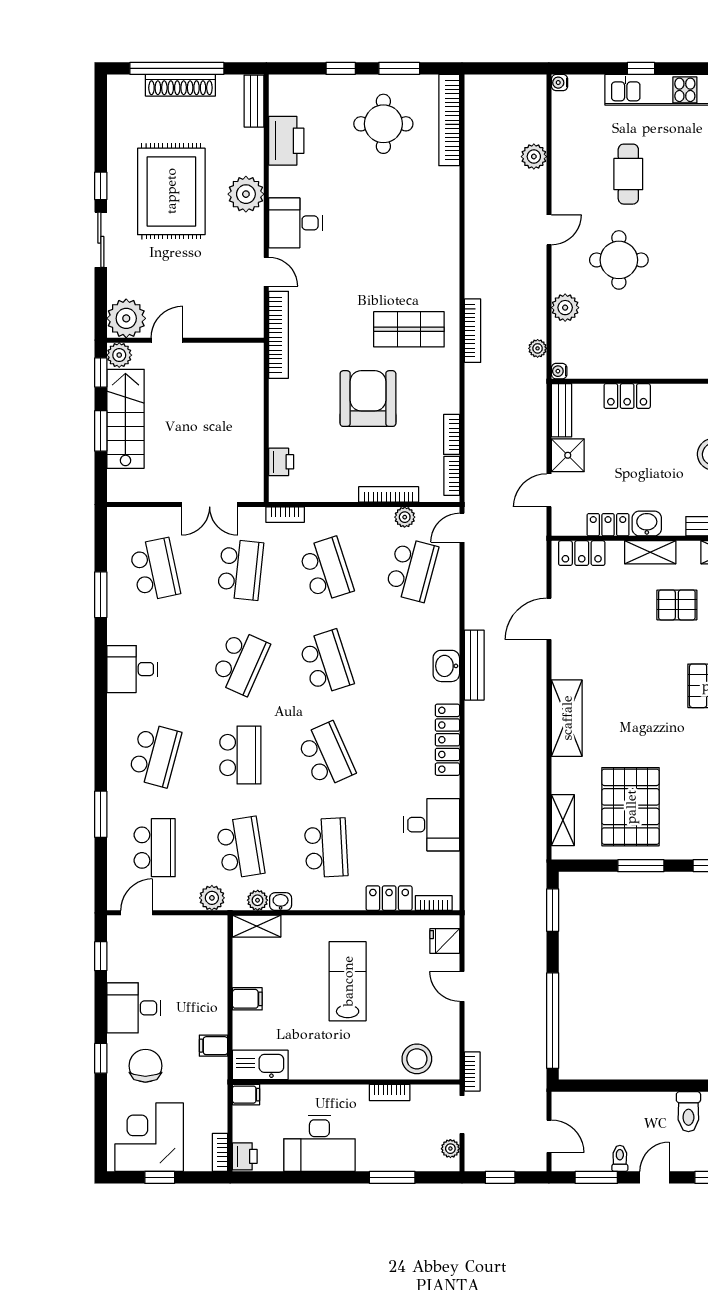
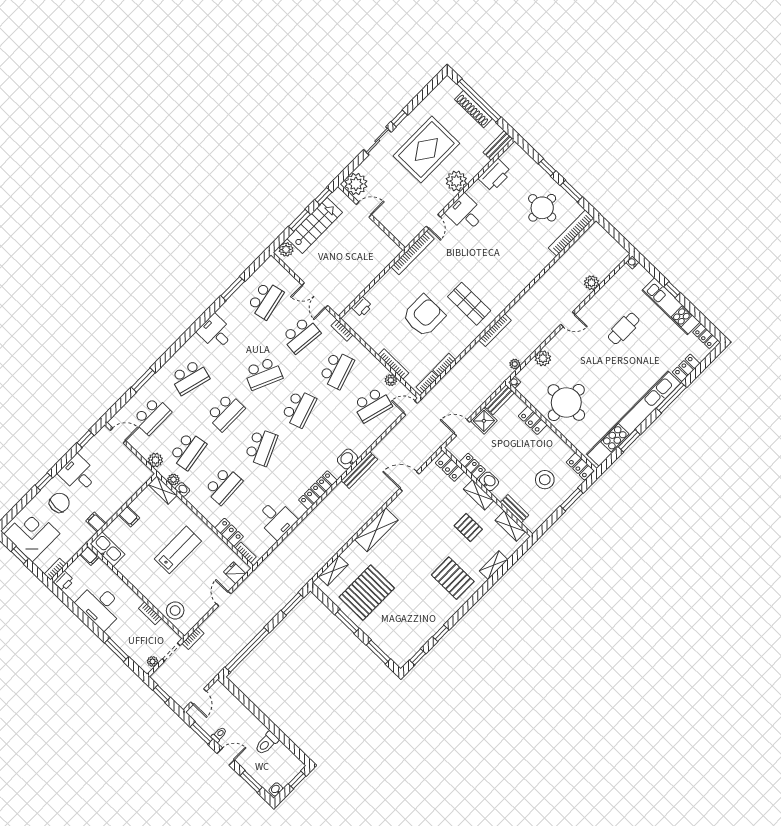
round table: (619, 260) -> (566, 402), moved, width x1.36, depth x1.36
plant: (119, 355) -> (286, 249), moved

